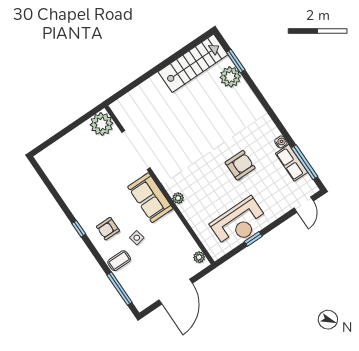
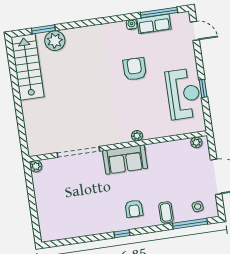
plant: (102, 124) -> (36, 166), width x0.53, depth x0.53
side table: (137, 238) -> (198, 207), moved

